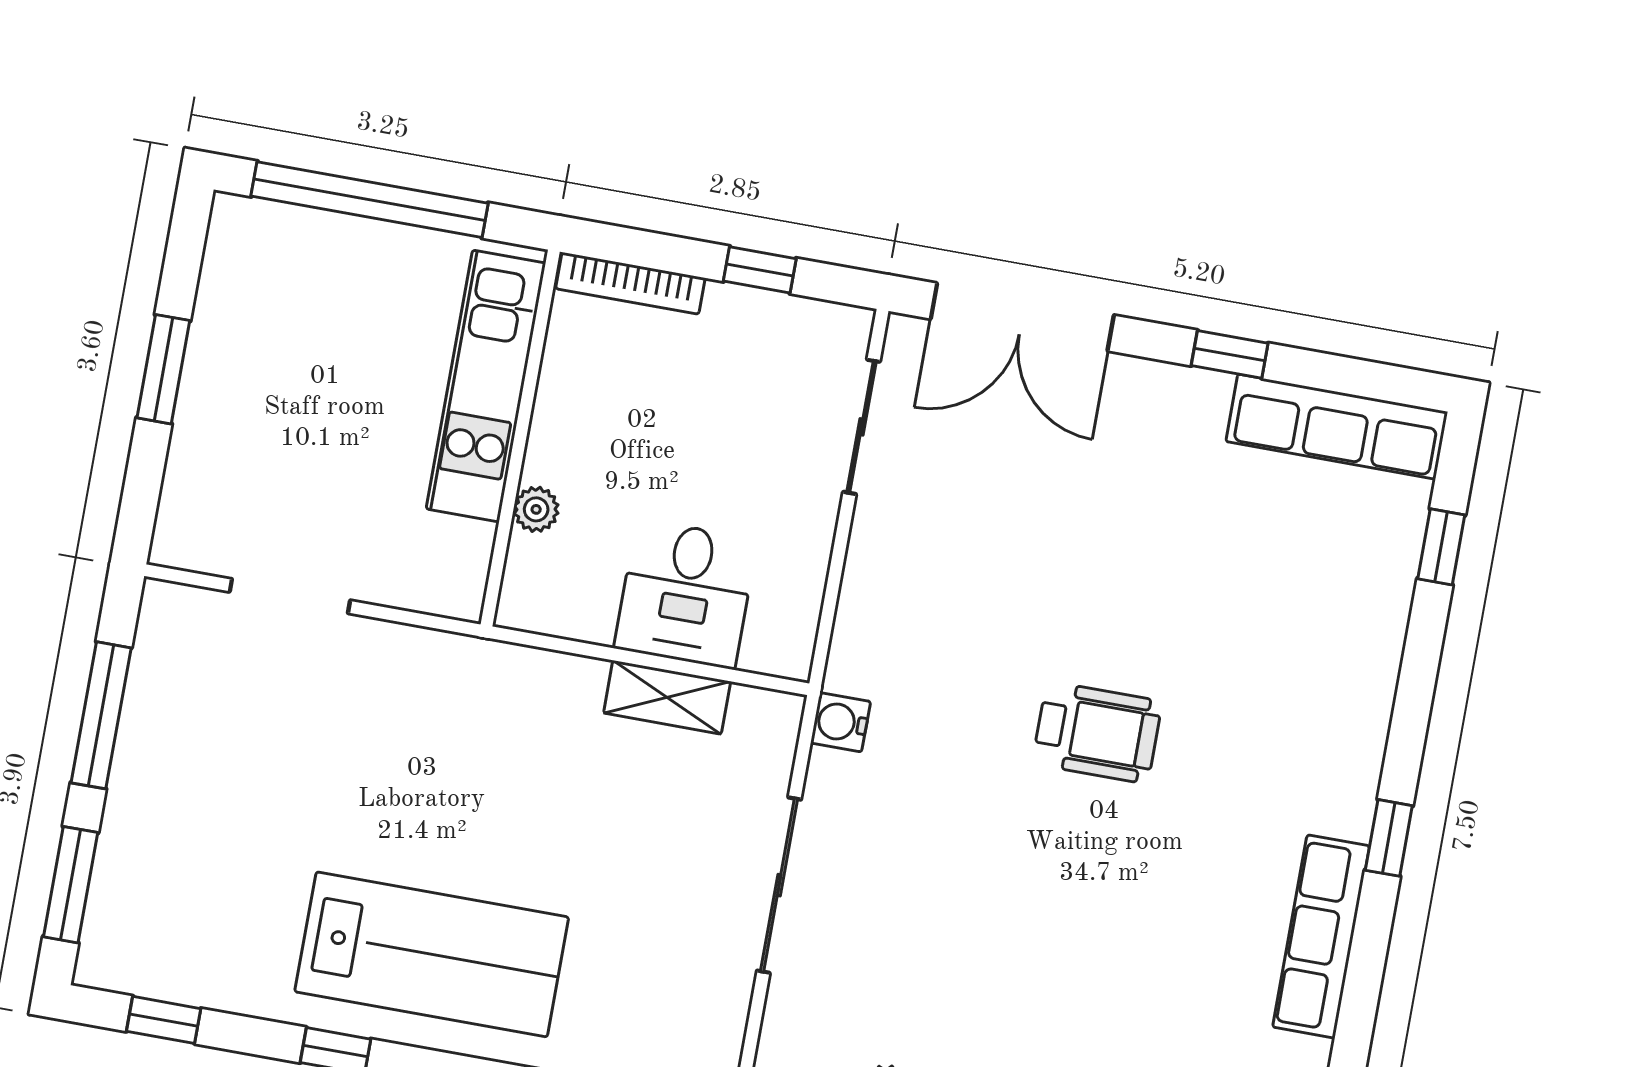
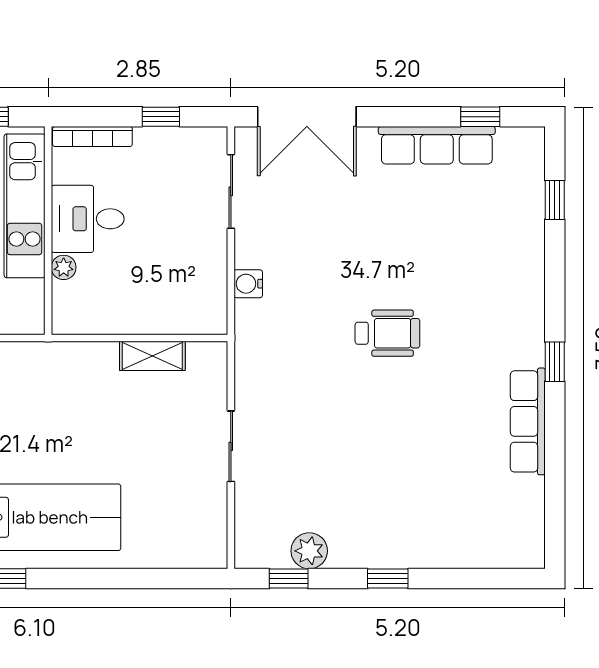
window: (1230, 354) -> (480, 117), moved
row of seats: (1337, 427) -> (437, 145), moved
desk: (686, 594) -> (88, 219), moved, turned 90
water cooler: (841, 722) -> (248, 284), moved
sliding door: (779, 885) -> (231, 446), width x0.73

